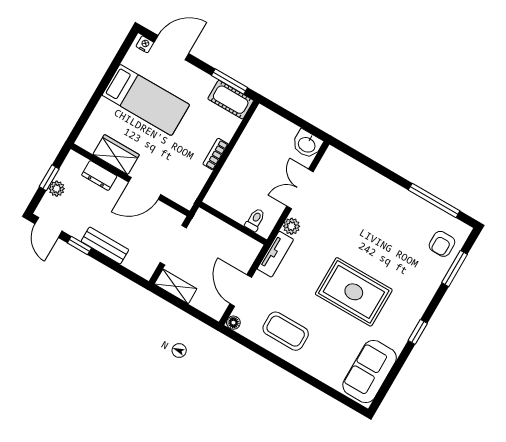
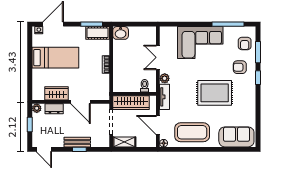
washbasin: (307, 144) -> (121, 33), moved
door: (145, 188) -> (80, 102), hinge flipped
plant: (57, 189) -> (37, 108), moved
corner sofa: (376, 204) -> (200, 43), added
wardrobe: (220, 233) -> (131, 103), added
window: (79, 245) -> (79, 149), moved
armchair: (414, 275) -> (240, 67), added
coffee table: (286, 331) -> (192, 132), width x1.36, depth x1.32
window: (418, 332) -> (258, 78), moved
sofa: (370, 371) -> (236, 137), moved, turned 90

